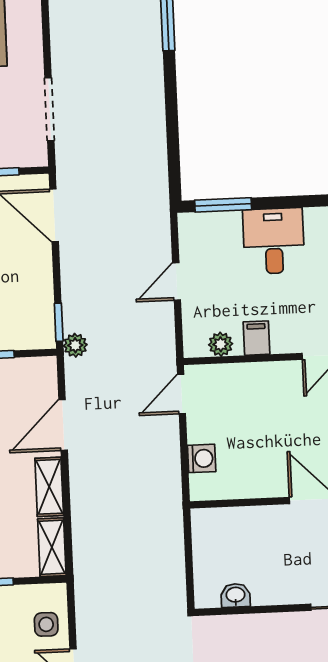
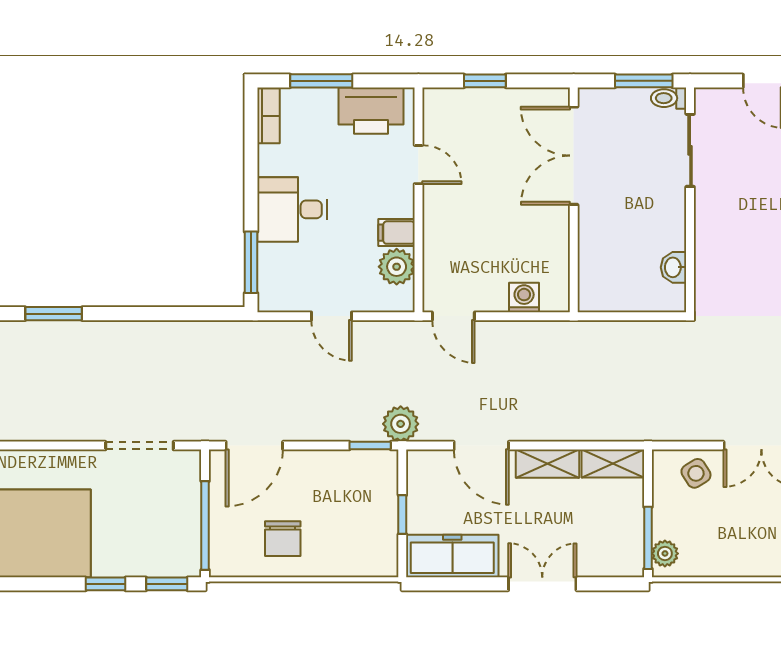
plant: (221, 344) -> (397, 267), width x1.38, depth x1.38
plant: (75, 345) -> (401, 424), width x1.38, depth x1.38
side table: (46, 624) -> (696, 473), turned -32

